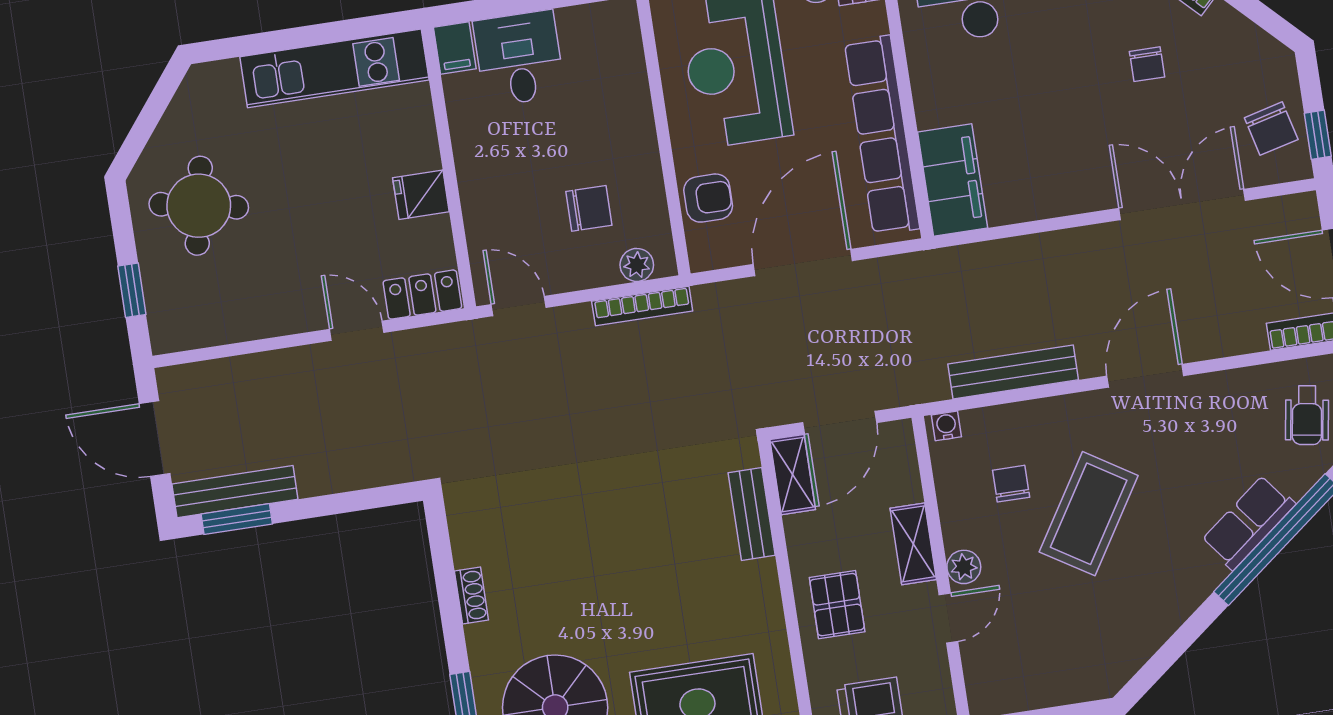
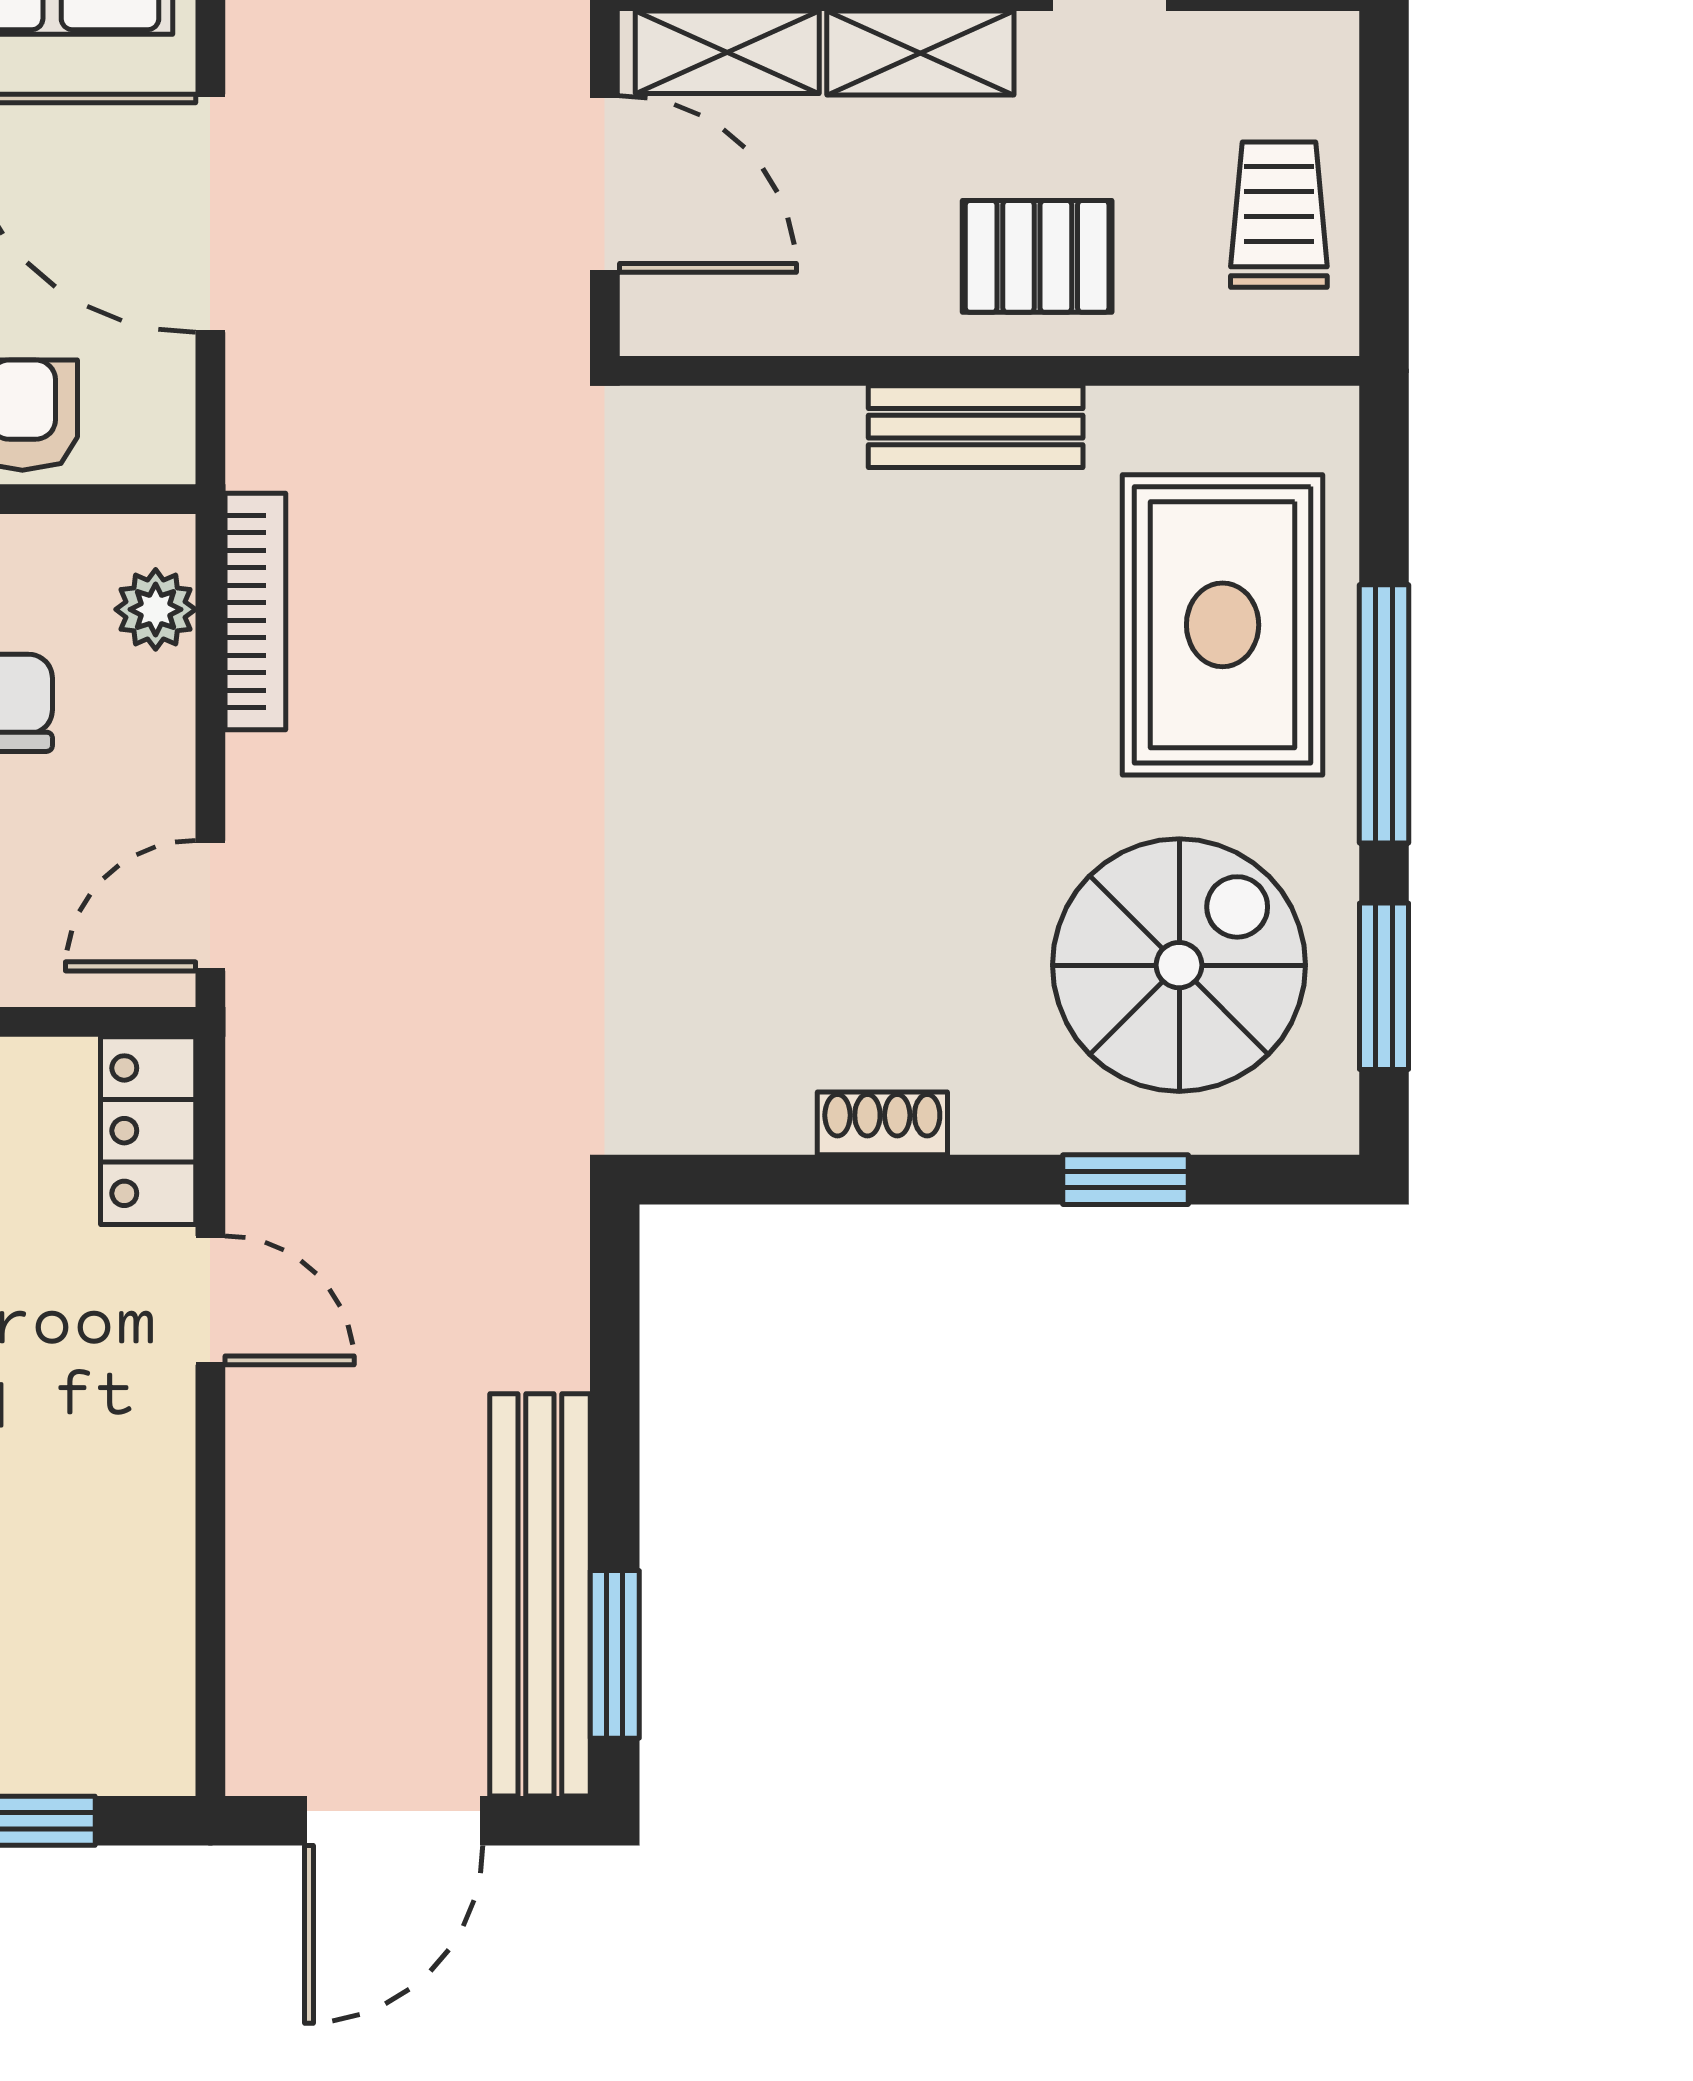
door: (357, 331) -> (210, 1300), swing flipped
shelving: (793, 475) -> (727, 52), moved
bench: (235, 492) -> (540, 1595), width x1.37, depth x1.21
bench: (752, 514) -> (976, 427), moved

